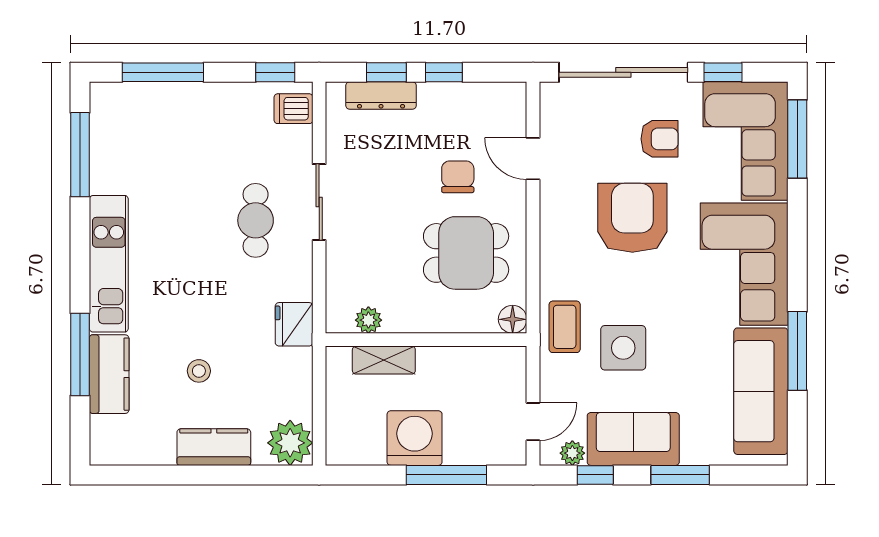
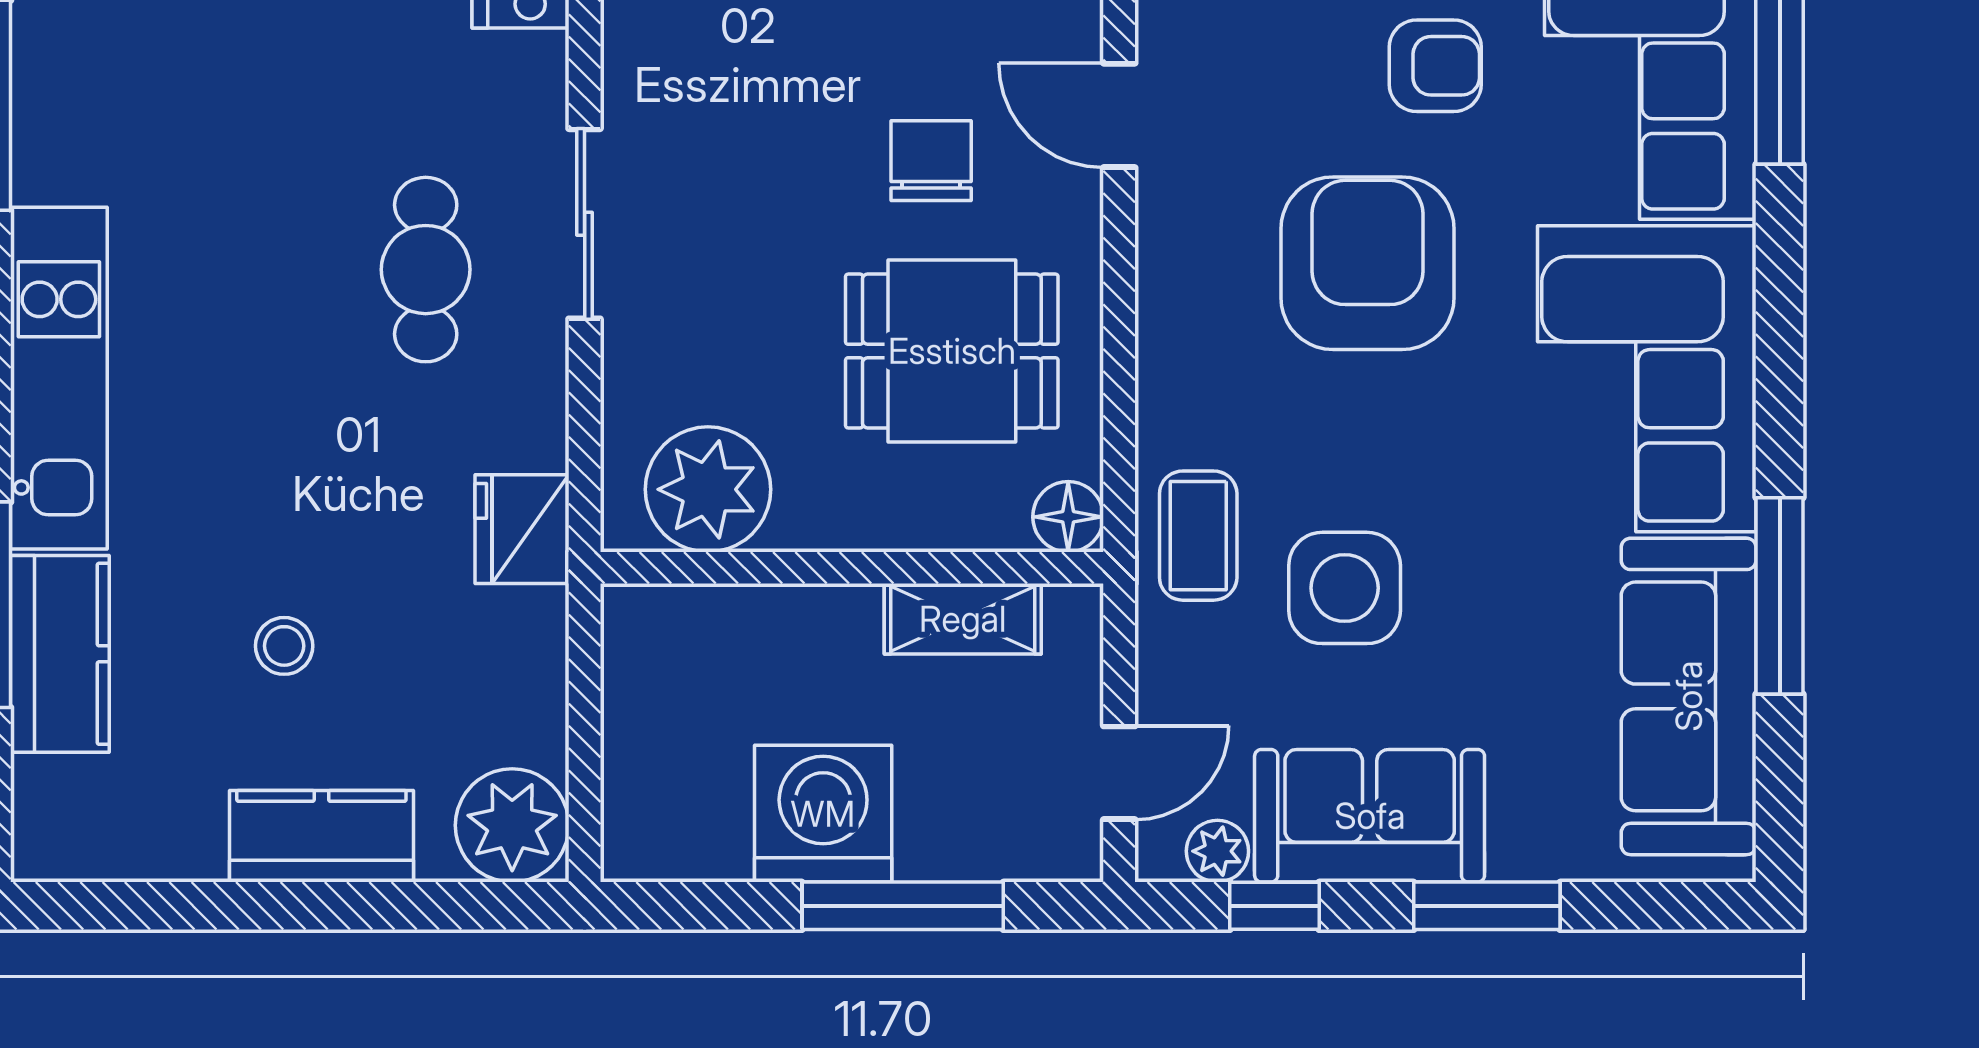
plant: (368, 320) -> (708, 489), width x1.87, depth x1.87
shelving: (384, 360) -> (963, 619), moved

